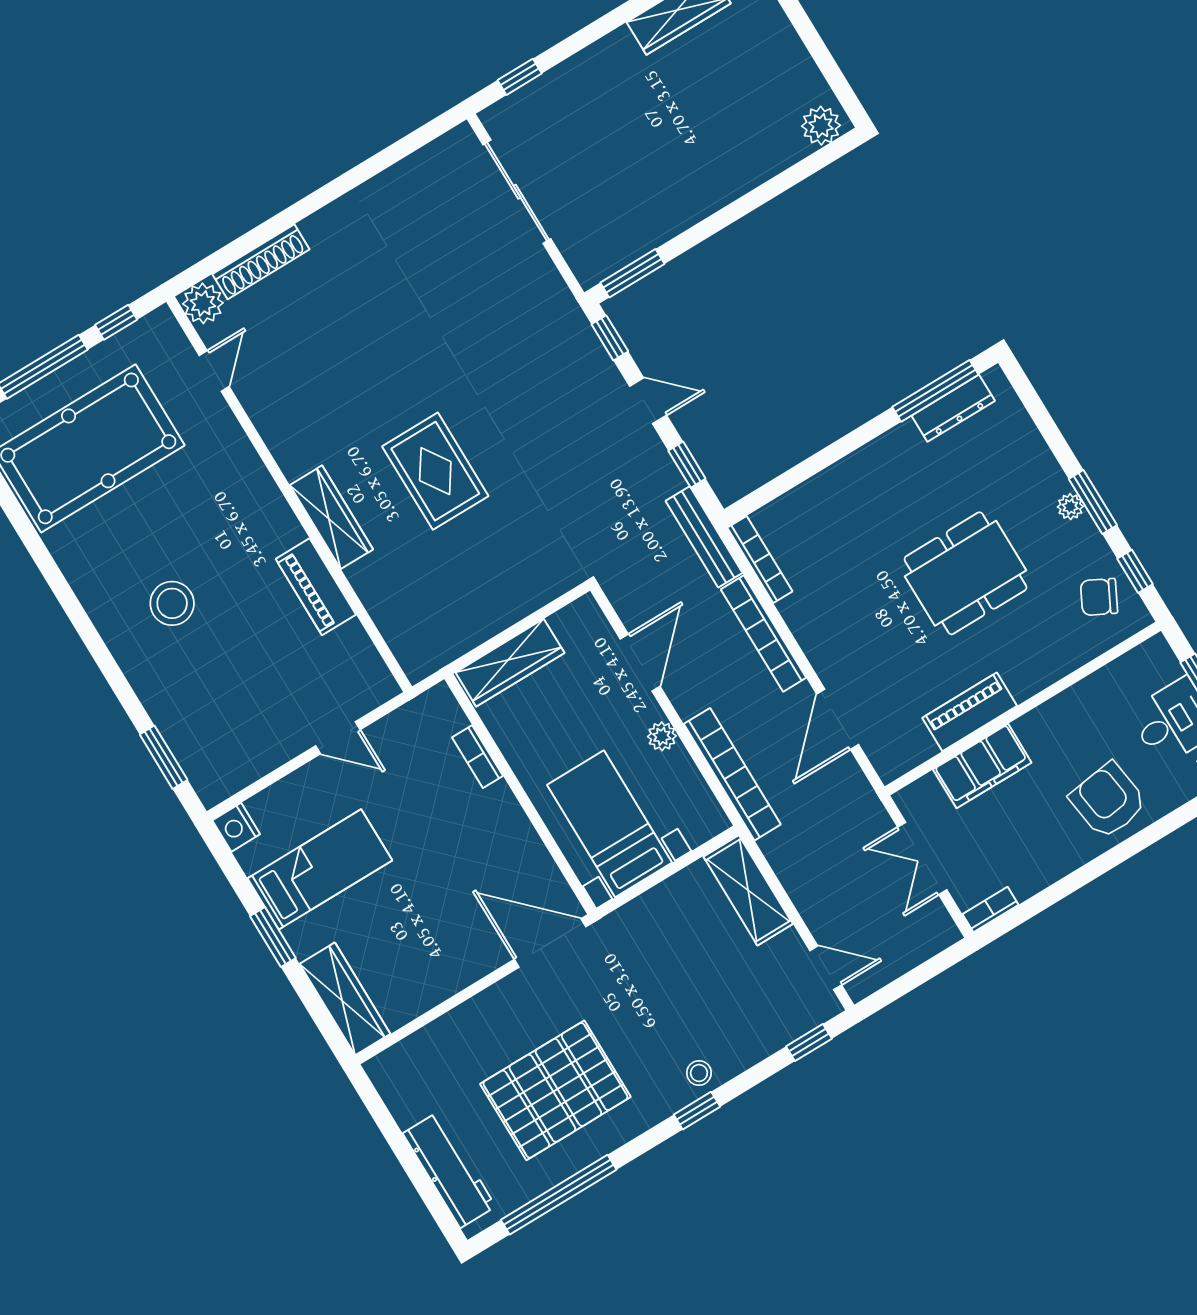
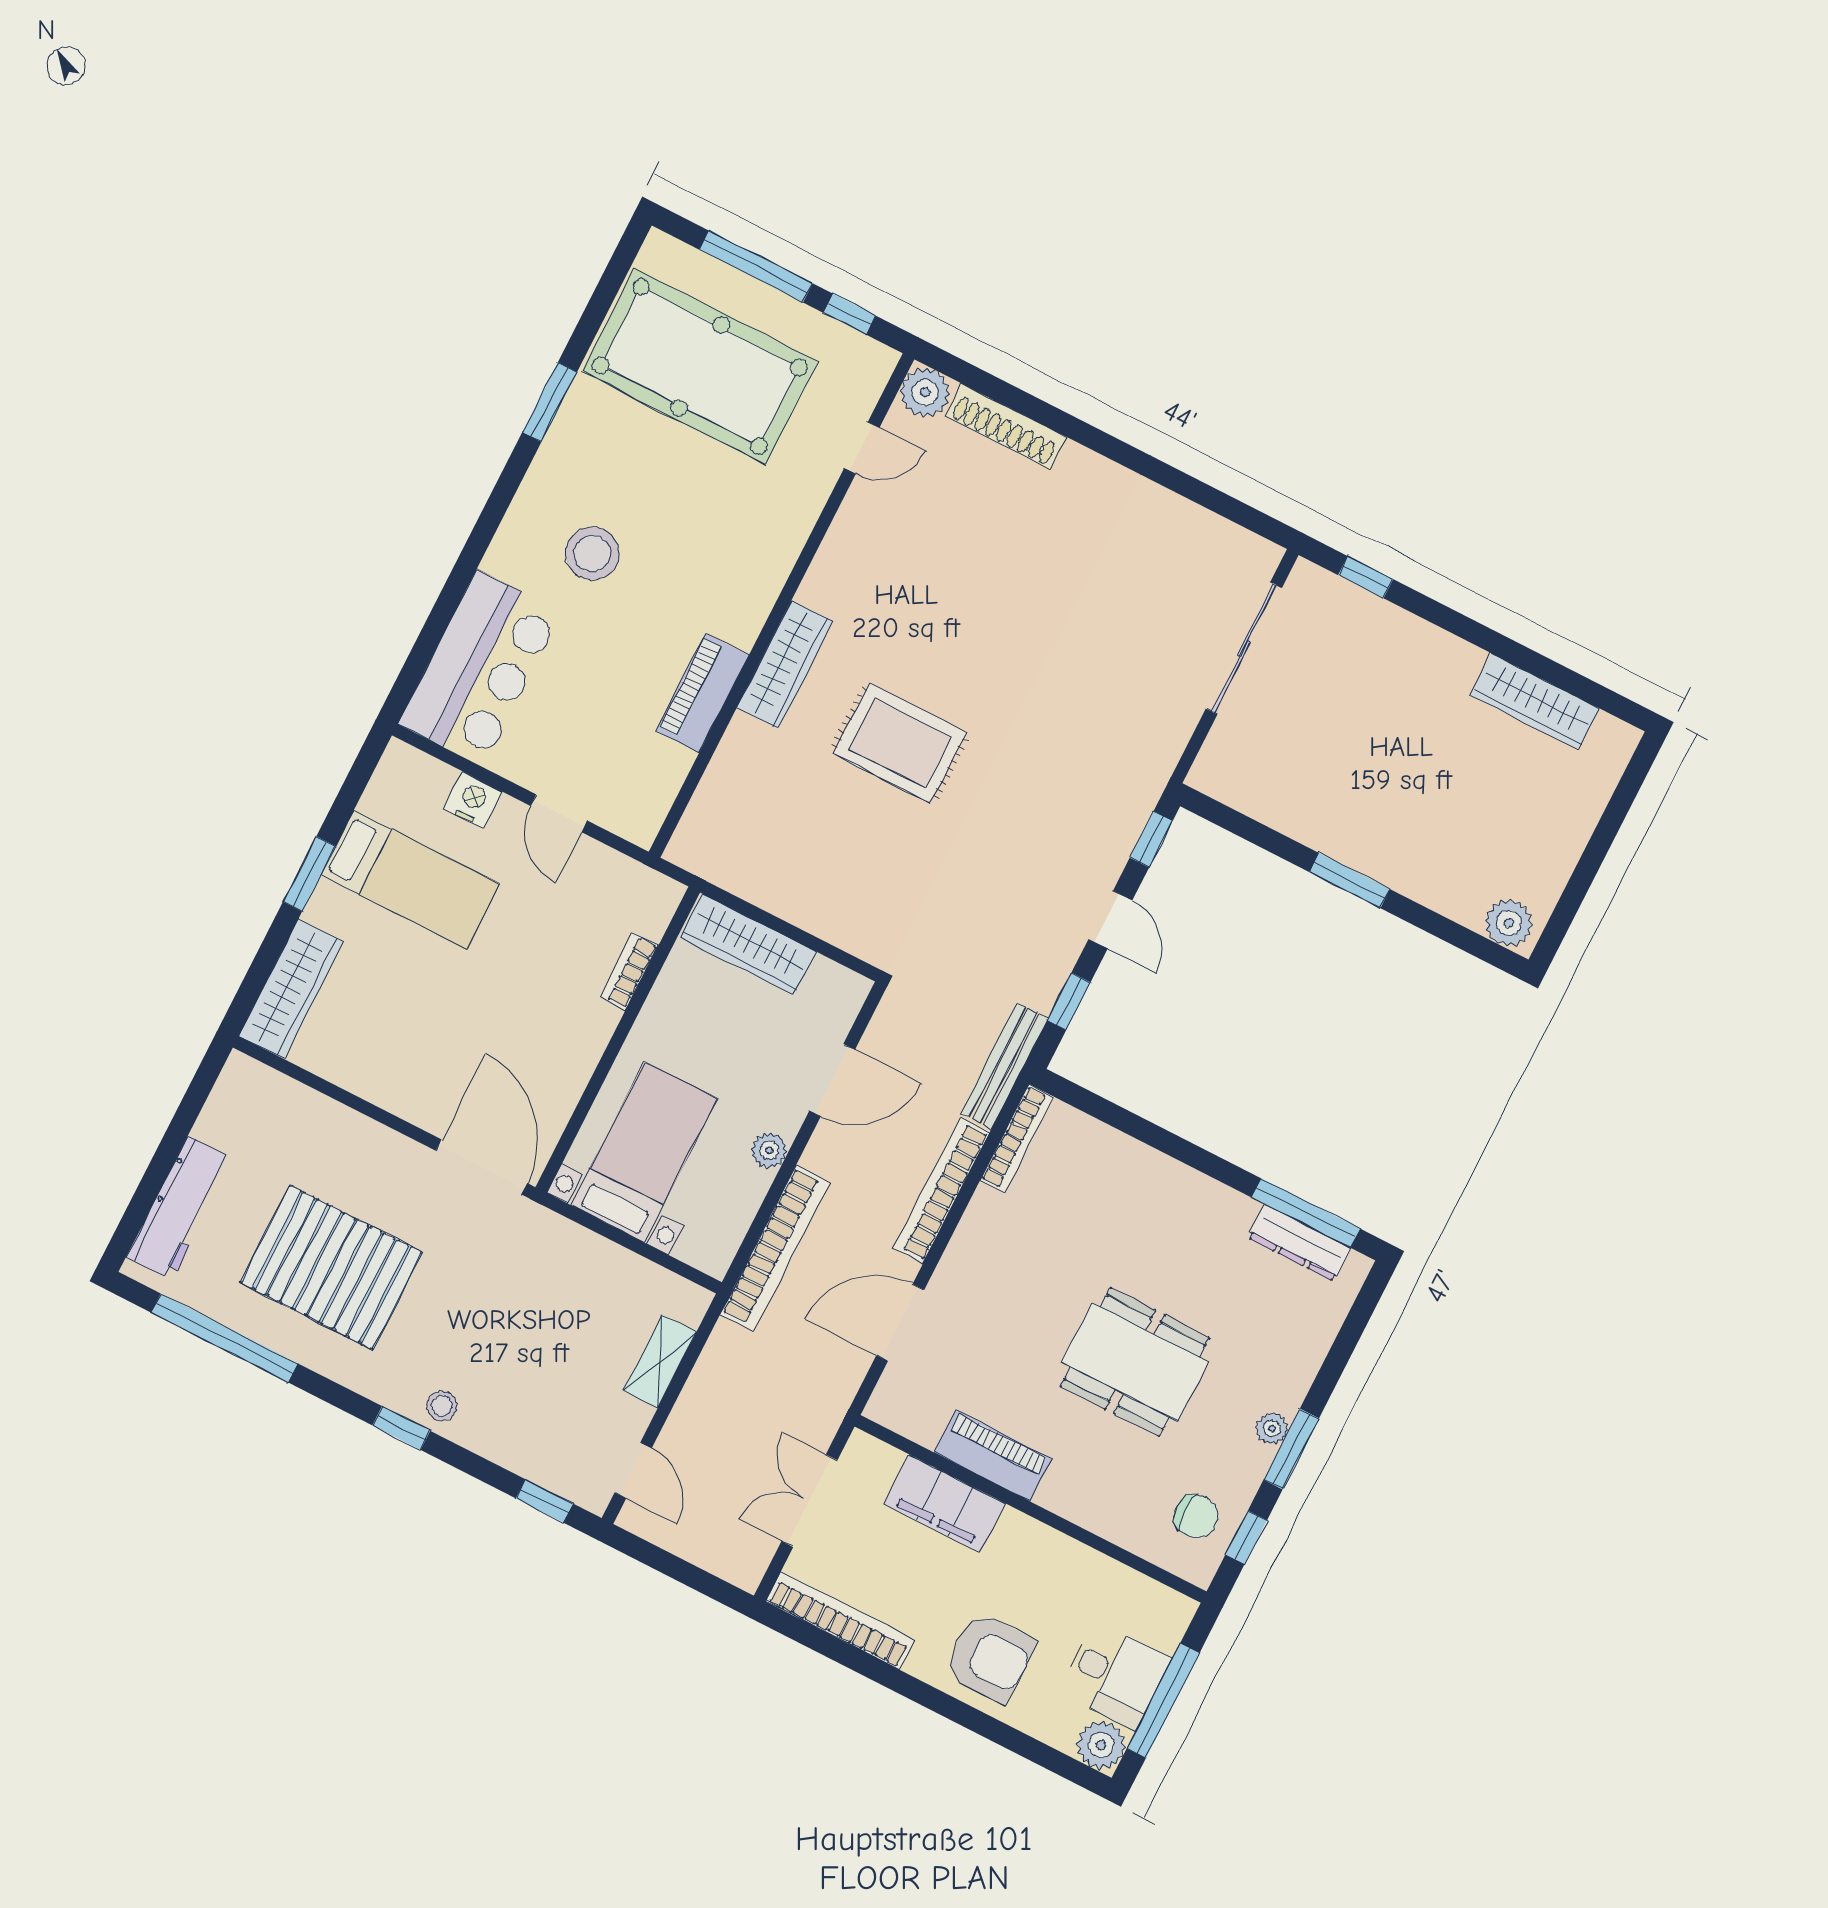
window: (632, 273) -> (1350, 881), moved
rug: (435, 471) -> (900, 743), turned 90
chair: (1099, 597) -> (1196, 1517), turned 153
bar counter: (204, 730) -> (480, 668), added
window: (164, 757) -> (550, 402), moved
armchair: (1108, 801) -> (990, 1657), turned 98
nightstand: (236, 827) -> (473, 800), moved, turned 90
shelving: (748, 890) -> (660, 1361), width x0.67, depth x0.75
bookcase: (990, 910) -> (840, 1620), width x2.31, depth x1.31

